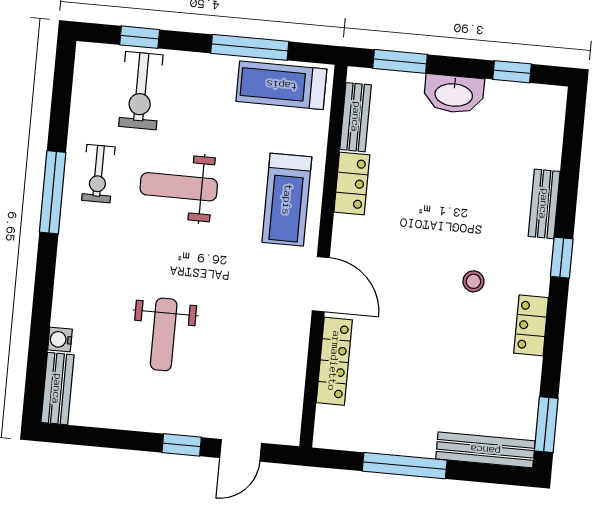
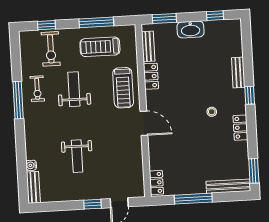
treadmill: (281, 85) -> (100, 47), moved
weight bench: (179, 187) -> (74, 89), turned 90
locker: (334, 361) -> (156, 183), moved, width x0.66

